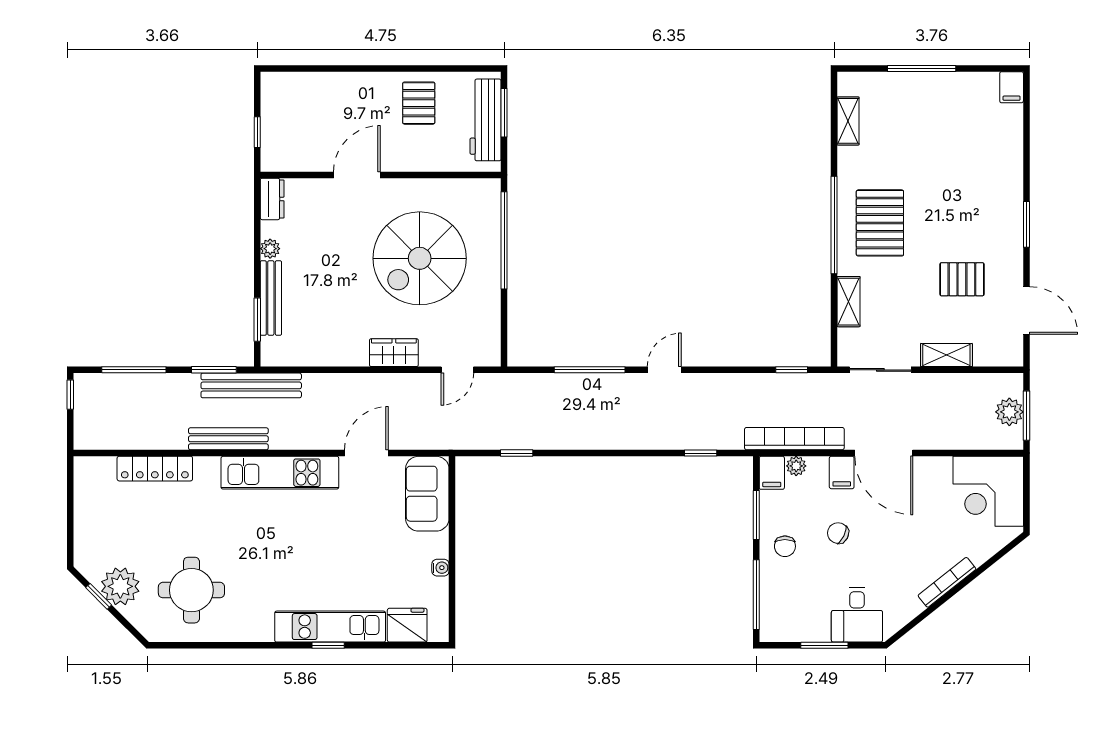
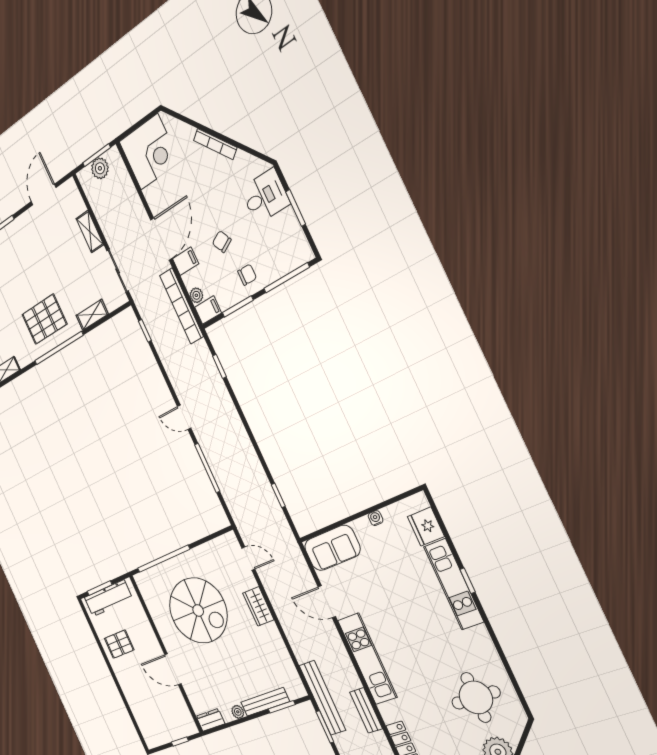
pallet: (962, 279) -> (47, 248), removed
bench: (228, 439) -> (366, 710), width x0.73
chair: (838, 533) -> (222, 242), turned 125

